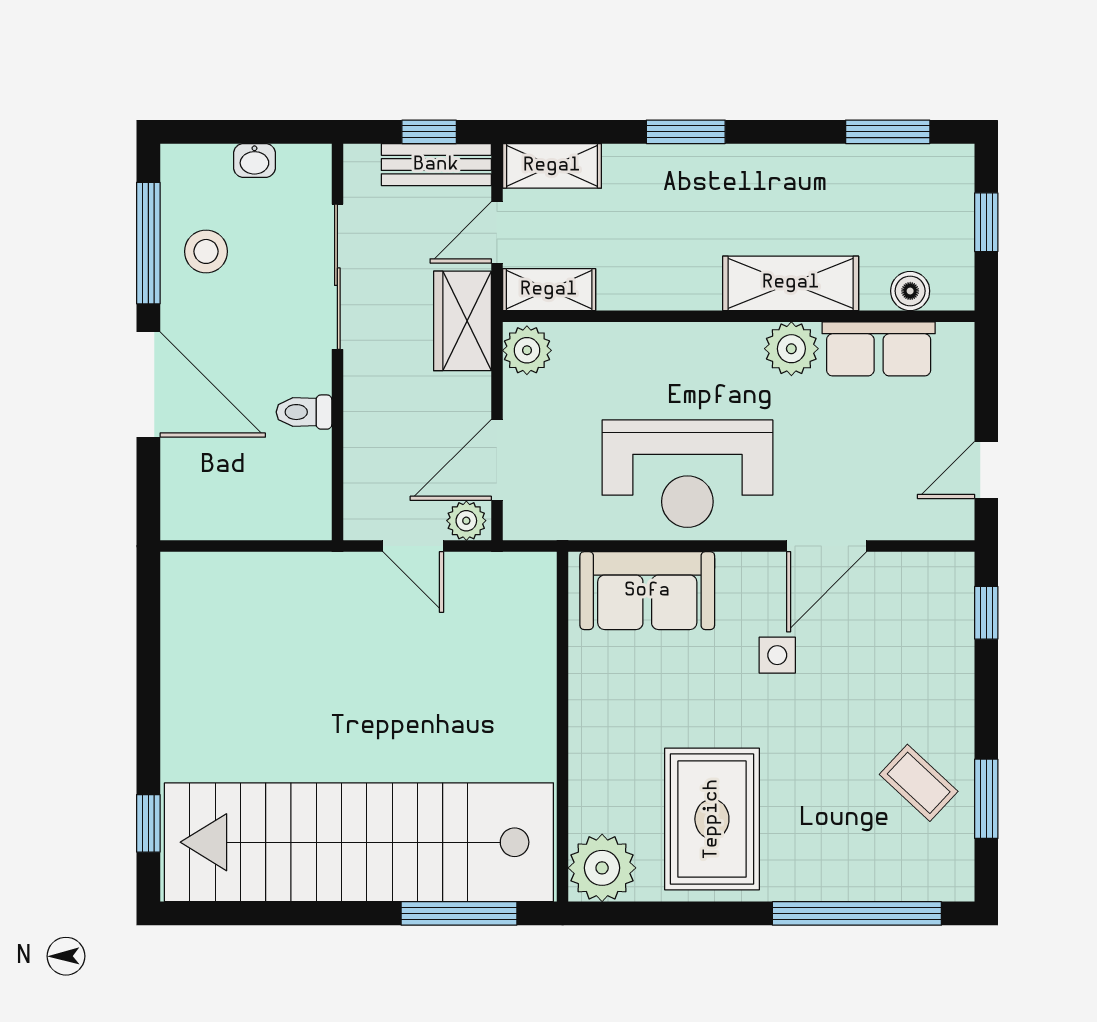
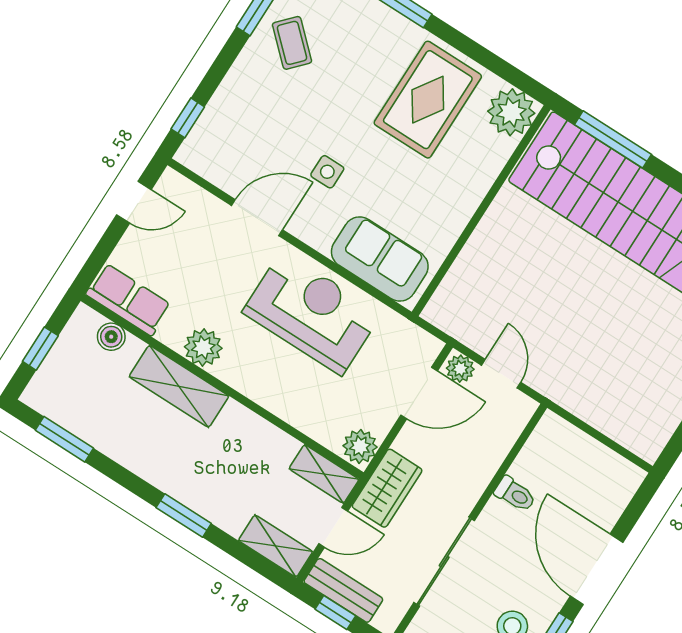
row of seats: (879, 349) -> (129, 300), moved

